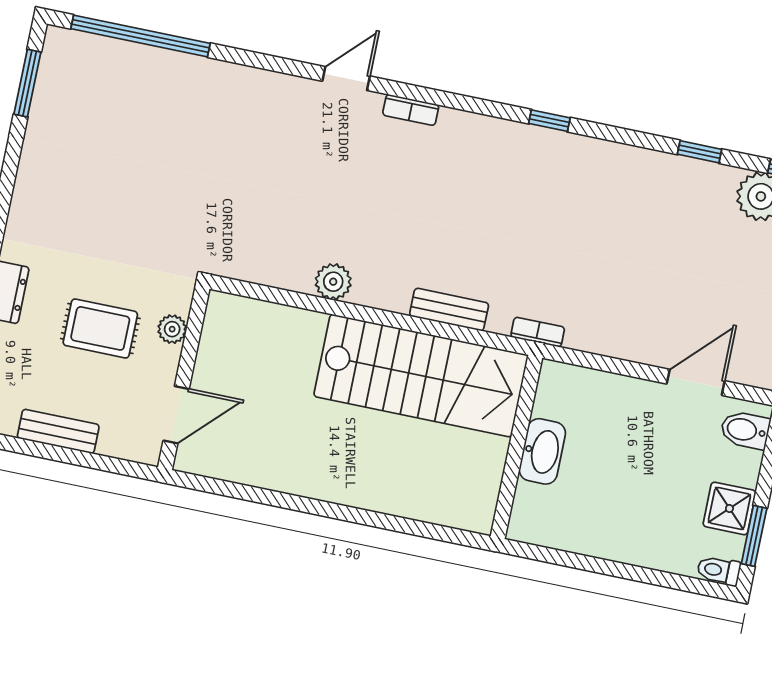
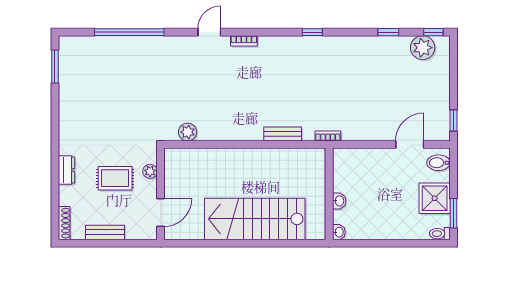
window: (141, 36) -> (129, 32), moved
plant: (333, 282) -> (188, 132), moved
stairs: (421, 376) -> (255, 219), moved, turned 180
washbasin: (542, 451) -> (339, 201), width x0.52, depth x0.69
shower: (729, 508) -> (435, 198), width x1.36, depth x1.36
washbasin: (520, 526) -> (339, 232), added

